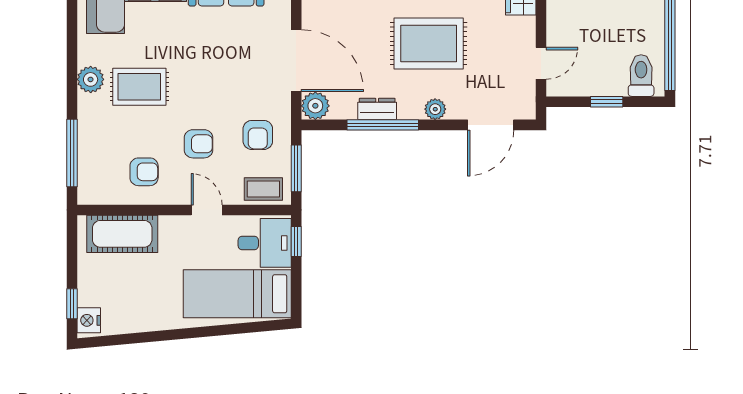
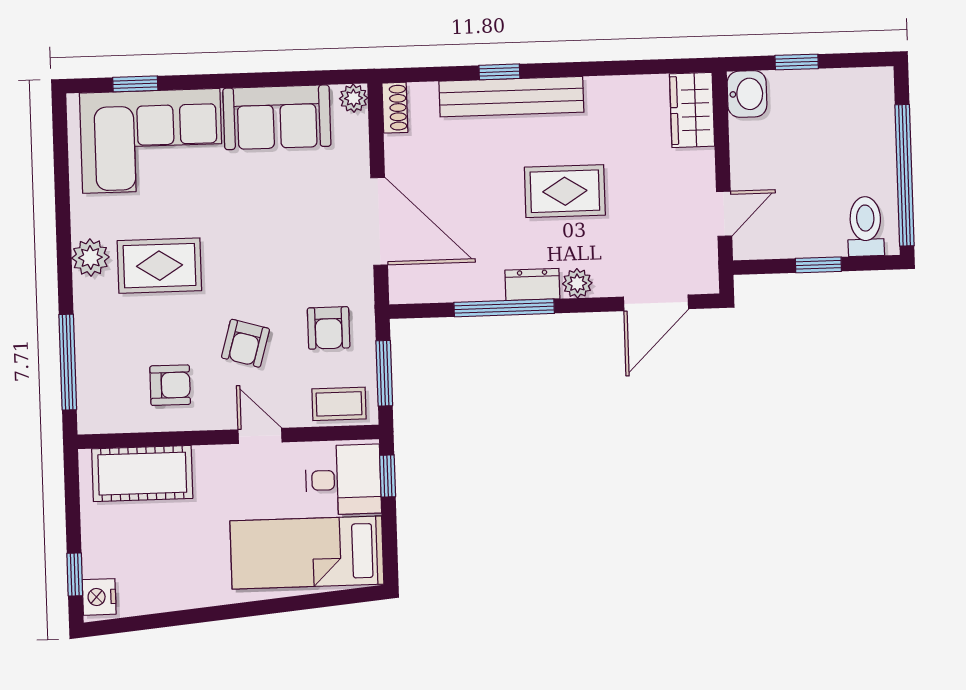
rug: (429, 44) -> (565, 191), width x0.73, depth x0.70
plant: (315, 106) -> (408, 284), removed
dresser: (377, 109) -> (532, 284), moved
armchair: (198, 144) -> (245, 343), turned 106

